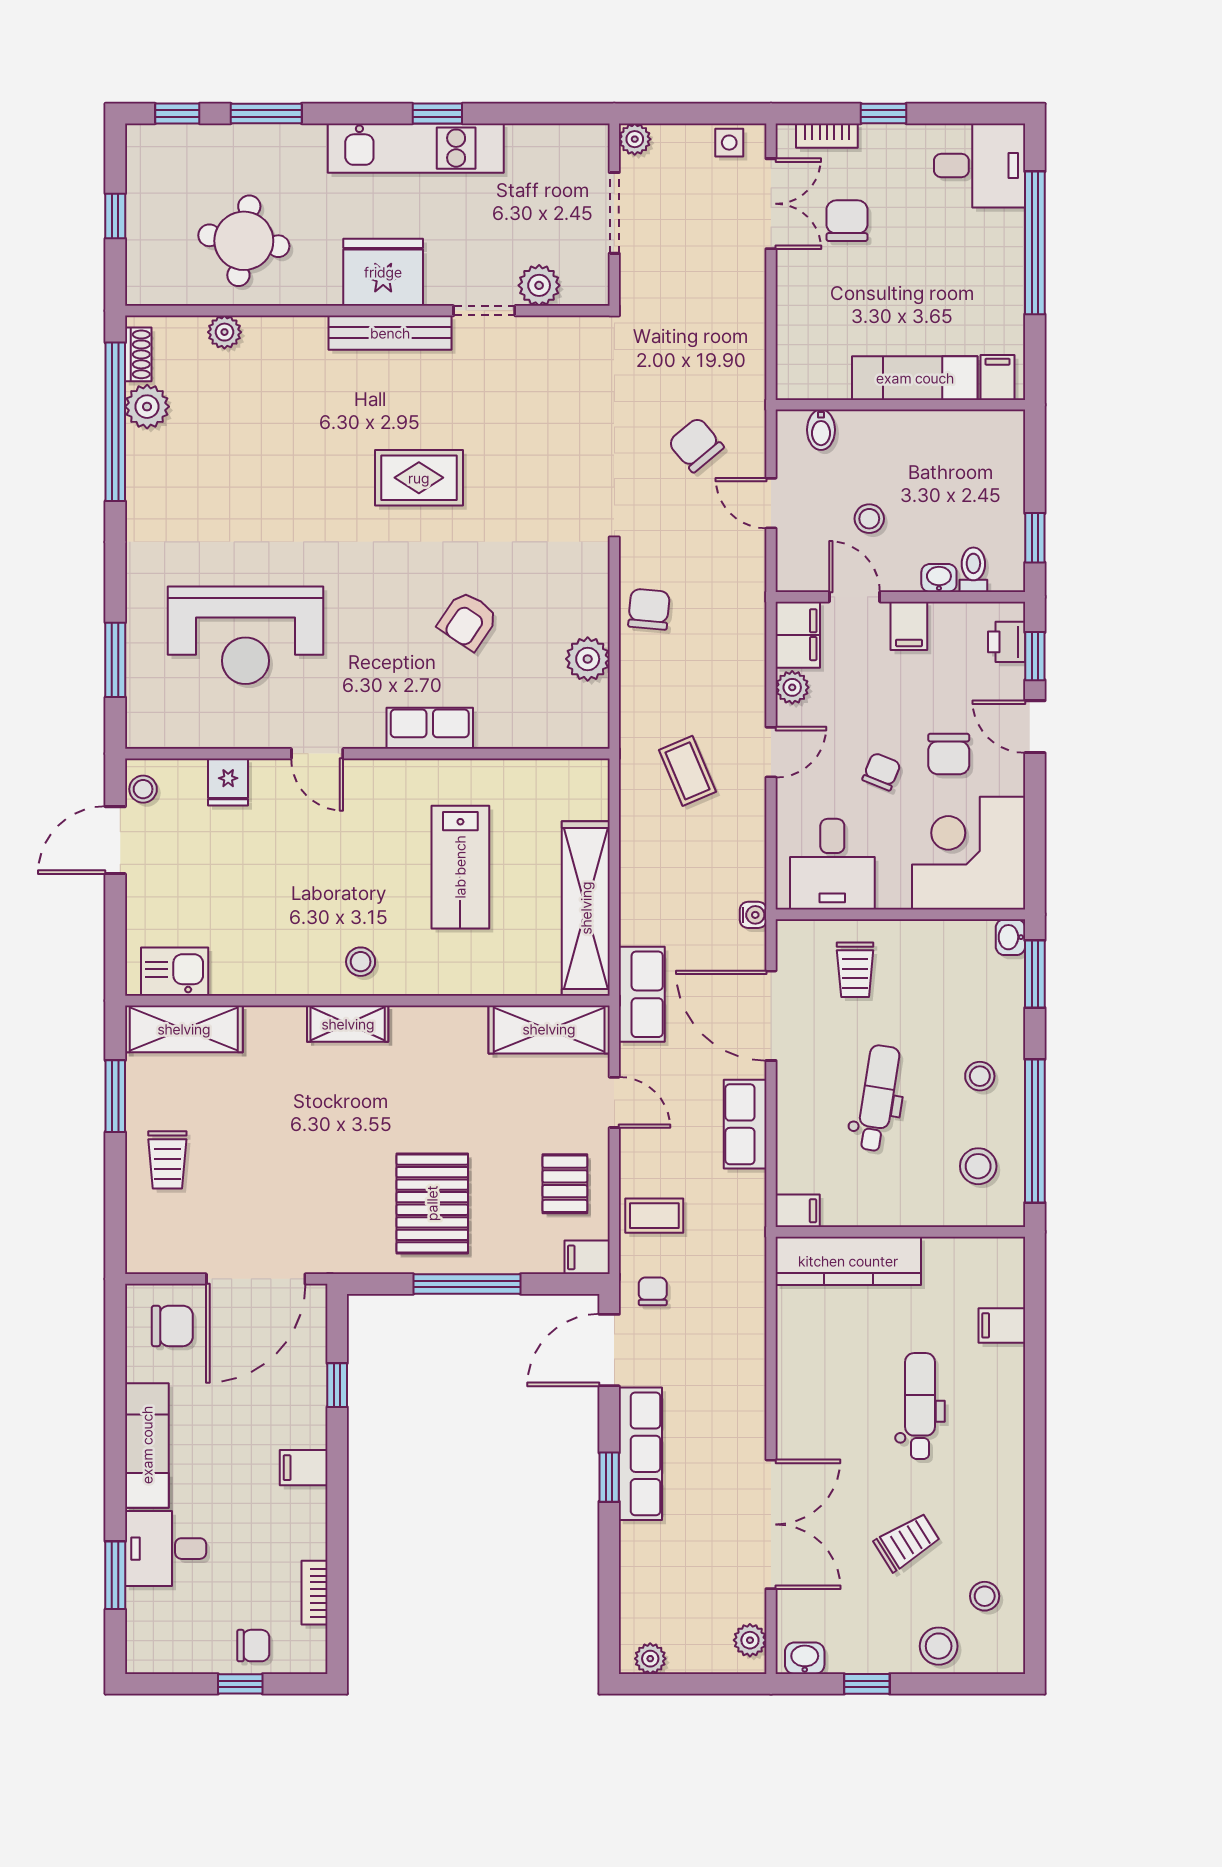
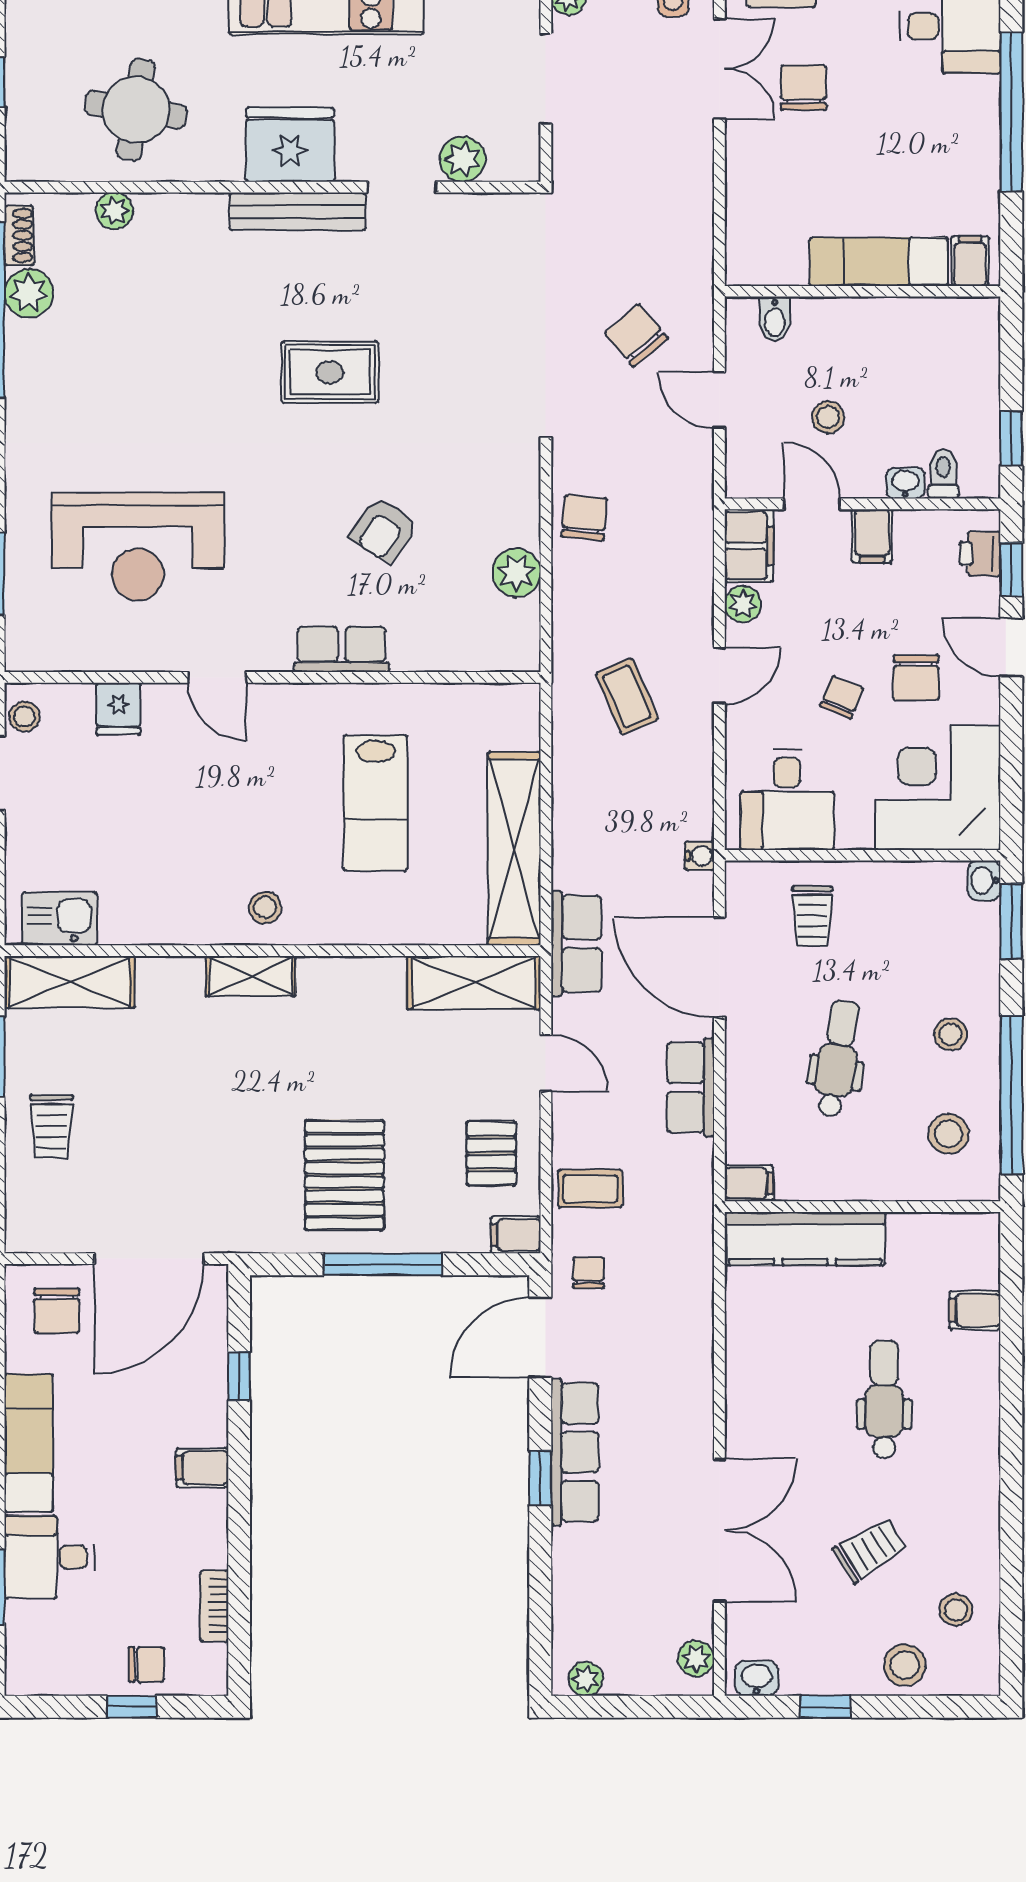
chair: (172, 1326) -> (57, 1311), turned 90

